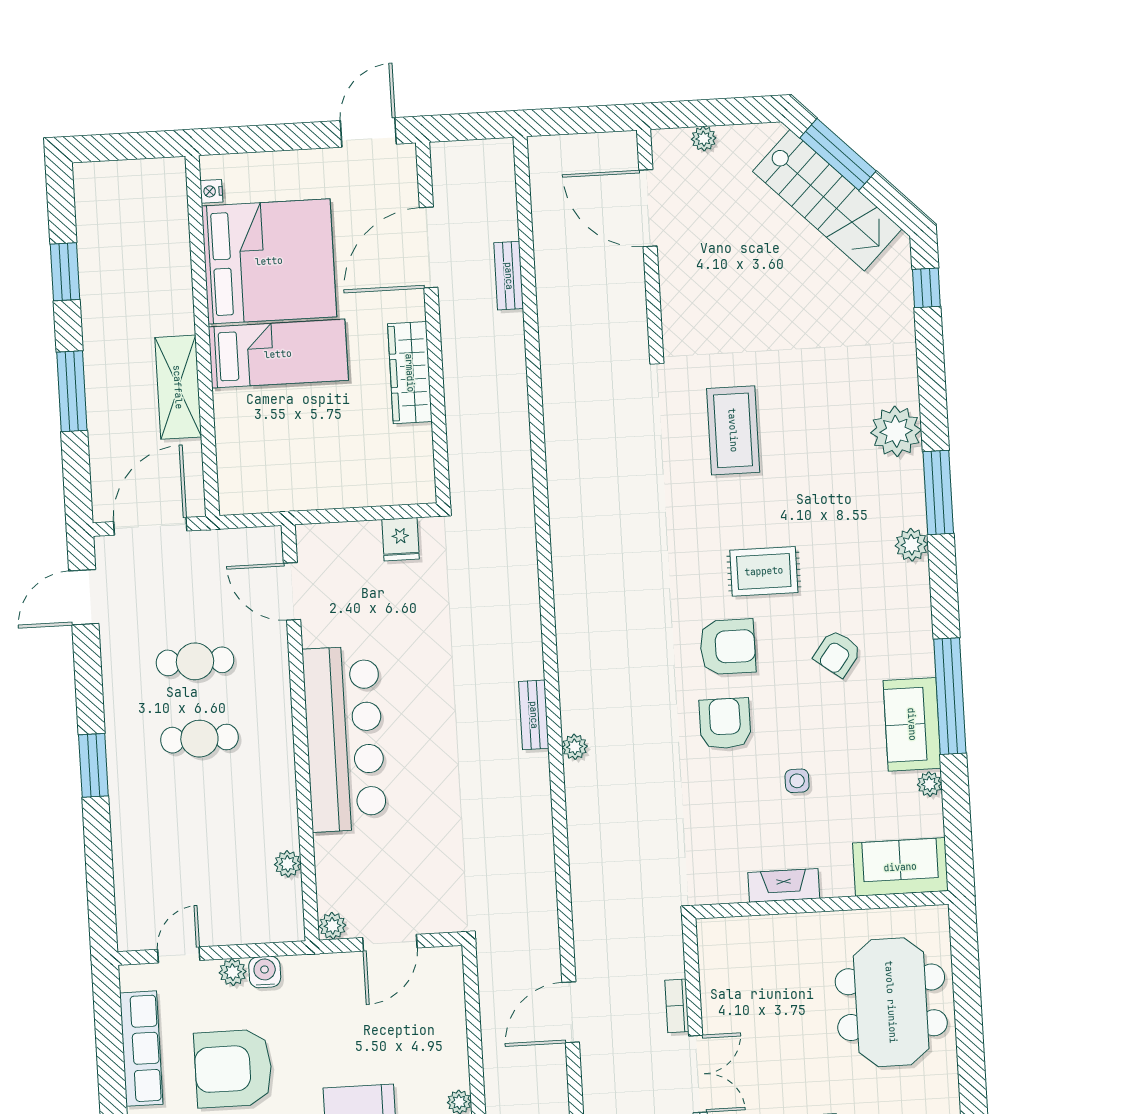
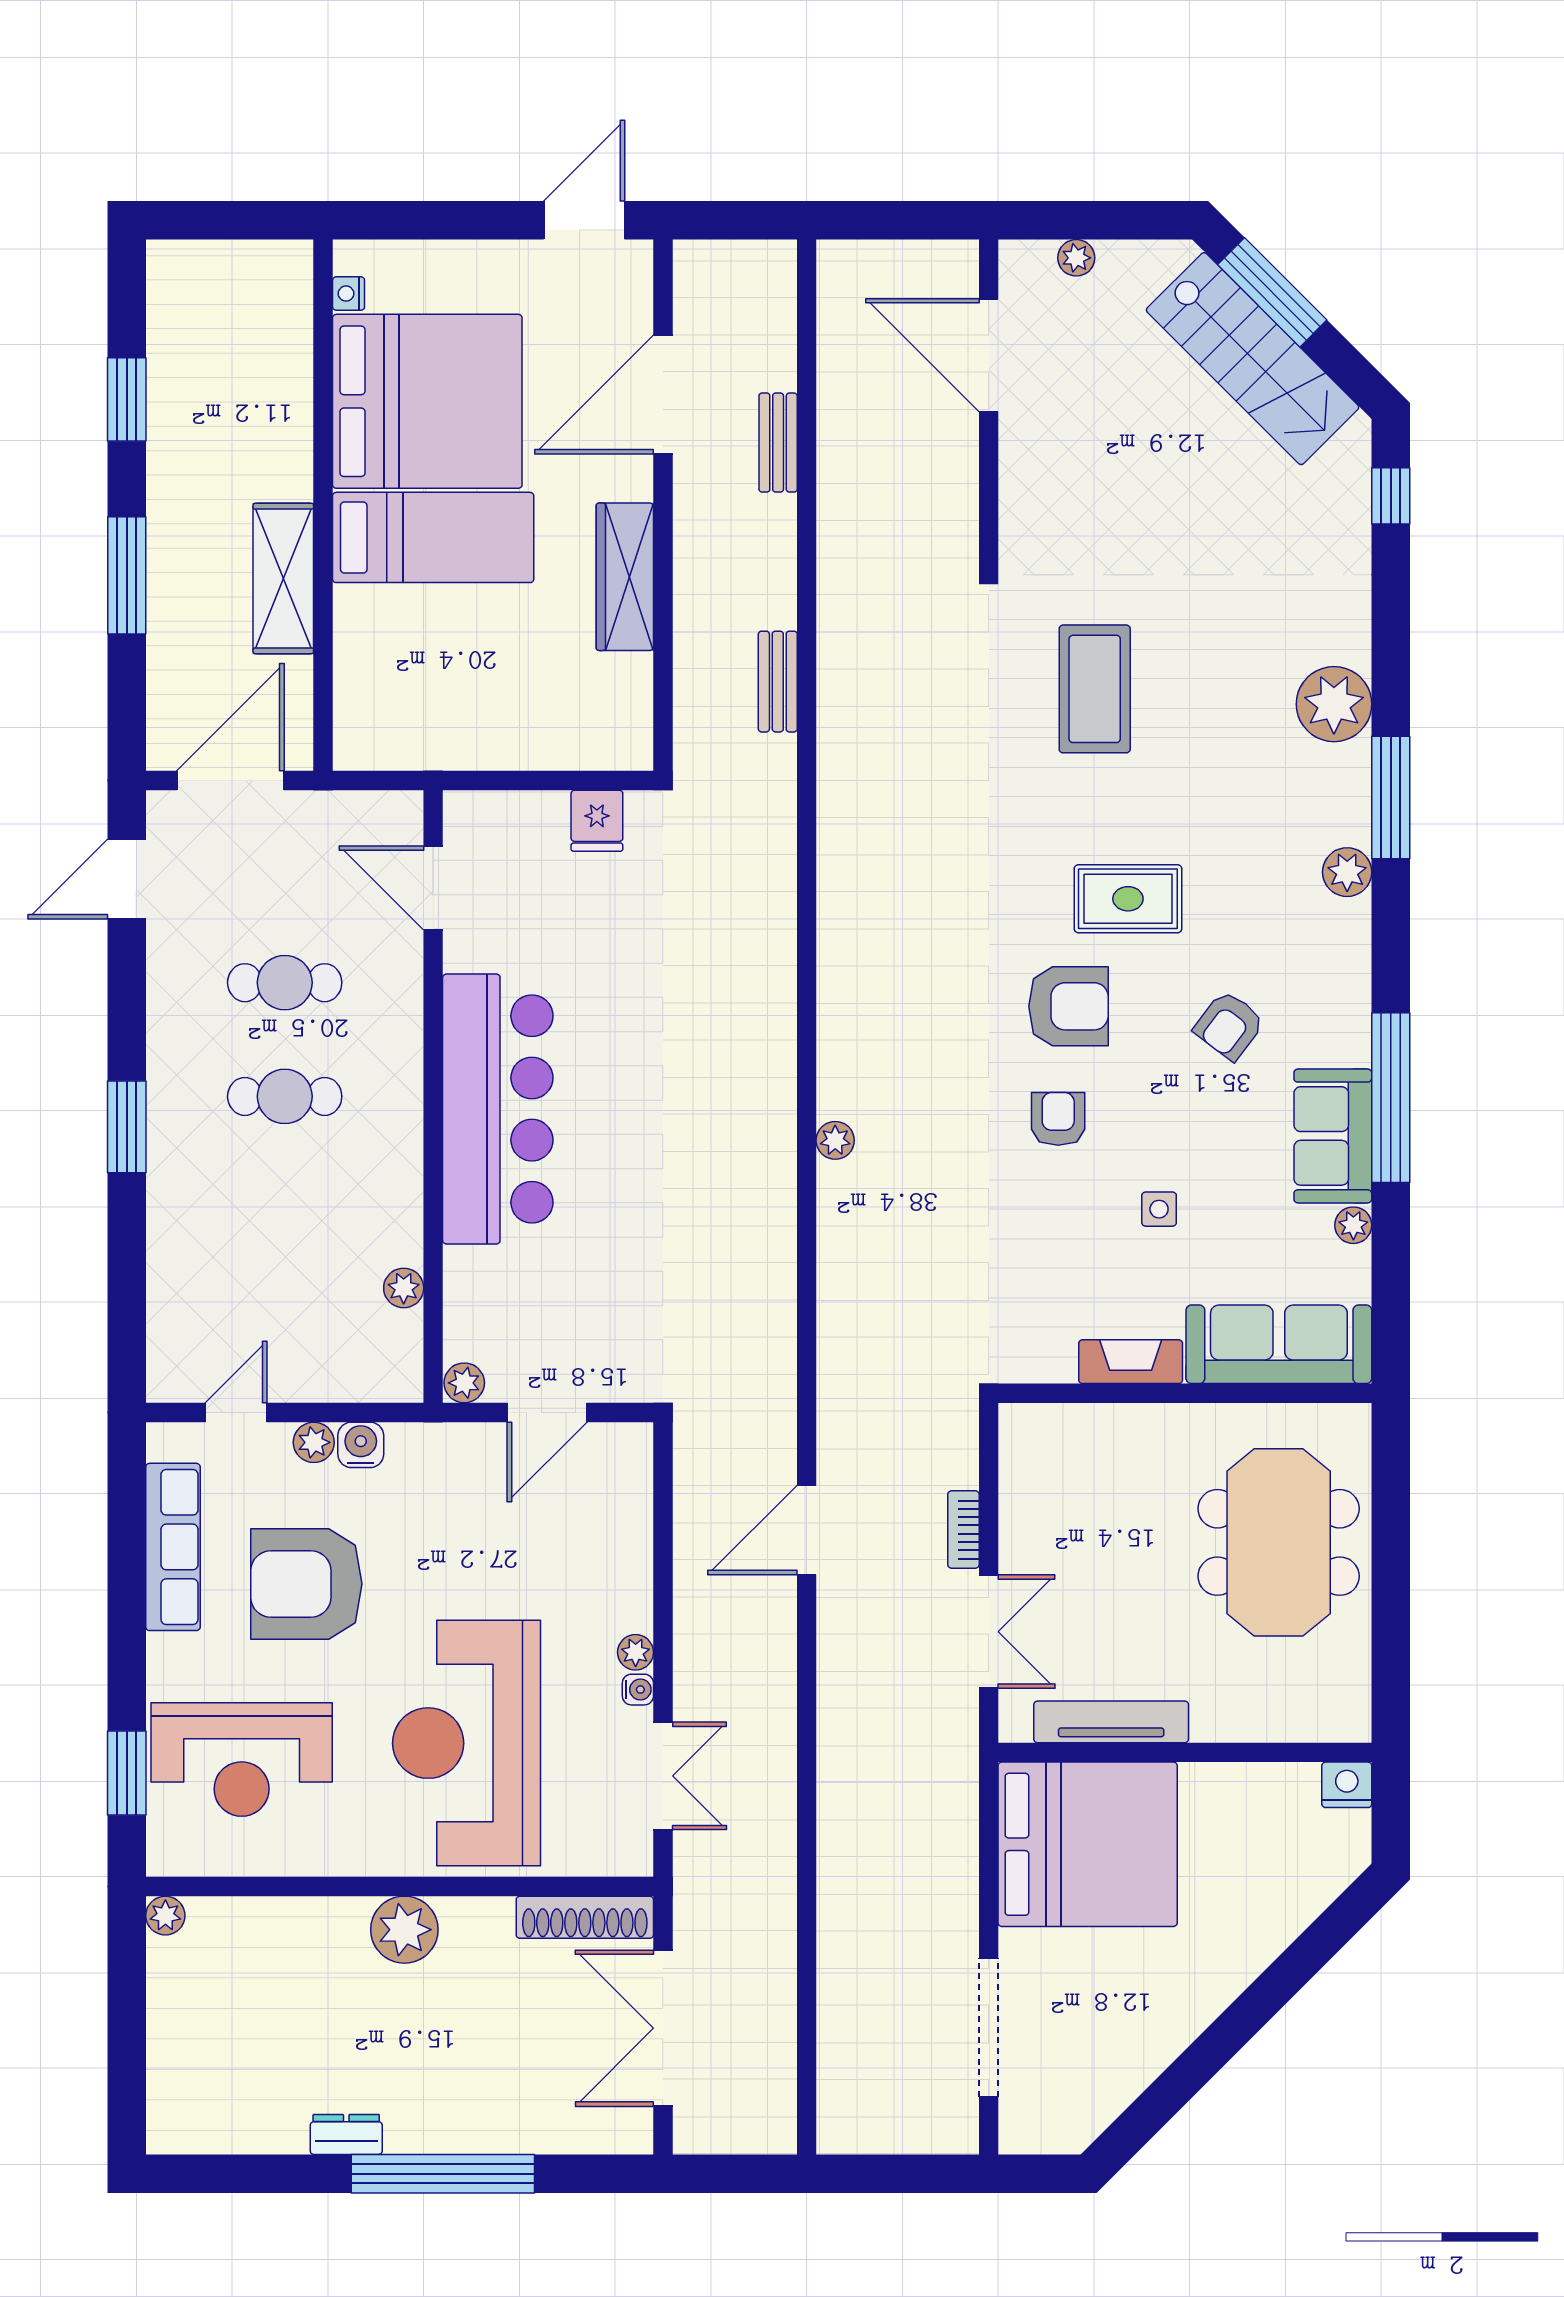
bench: (534, 715) -> (778, 682), moved
armchair: (725, 723) -> (1058, 1119), width x0.72, depth x0.72
sofa: (900, 867) -> (1279, 1344), width x1.36

